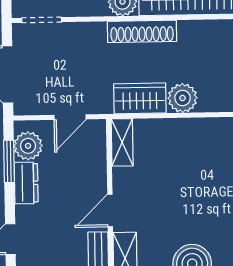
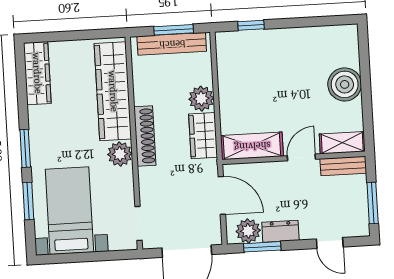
door: (70, 117) -> (222, 195), width x1.38
shelving: (122, 142) -> (252, 146), width x1.50, depth x1.33
door: (110, 210) -> (301, 157), swing flipped

